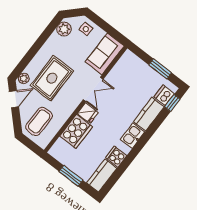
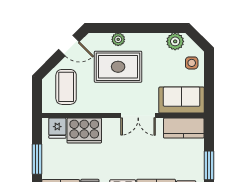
kitchen counter: (124, 66) -> (184, 128), added
plant: (24, 78) -> (118, 39), moved
fridge: (88, 113) -> (57, 128), moved
coffee table: (39, 121) -> (66, 87), turned 90

